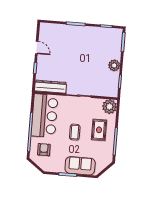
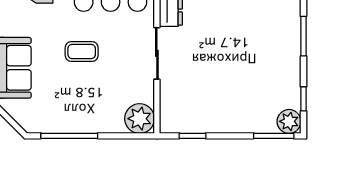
plant: (114, 65) -> (289, 121), moved
rug: (99, 130) -> (90, 101), removed

